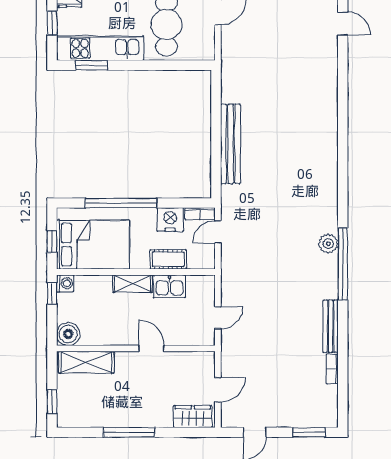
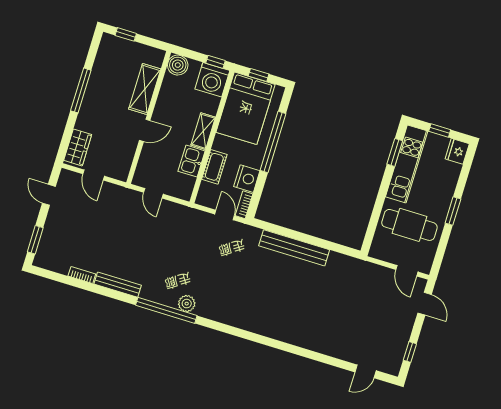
washing machine: (65, 283) -> (212, 80), width x1.89, depth x1.89
shelving: (86, 362) -> (145, 89), moved

